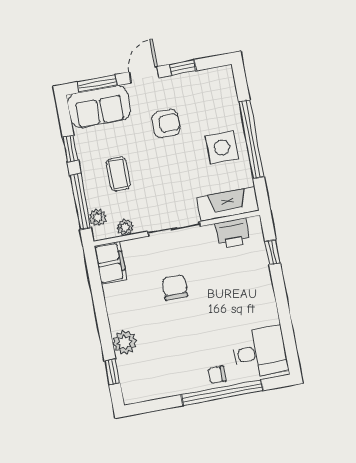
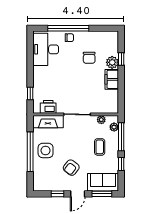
armchair: (166, 124) -> (71, 168), turned -52
filing cabinet: (111, 263) -> (112, 79), moved
chair: (175, 288) -> (89, 58), moved
desk: (260, 352) -> (46, 49), width x1.37
window: (112, 372) -> (121, 59), moved

